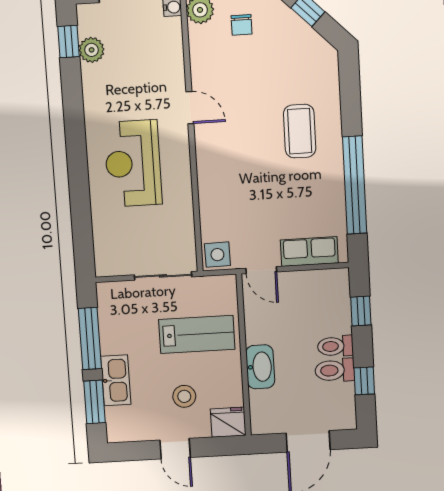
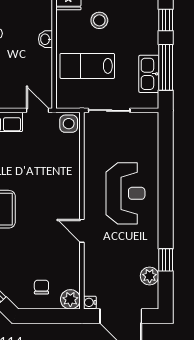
window: (68, 42) -> (166, 260), moved
washbasin: (260, 367) -> (45, 39), width x0.52, depth x0.69
kitchen sink: (116, 380) -> (149, 74), moved
window: (95, 402) -> (166, 20), width x0.67

